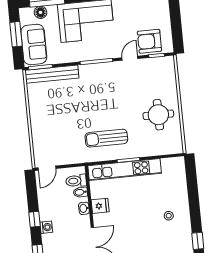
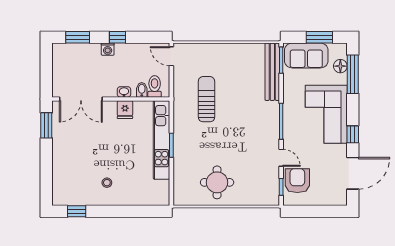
sun lounger: (106, 138) -> (206, 99), moved

